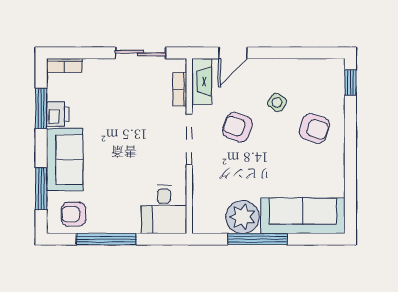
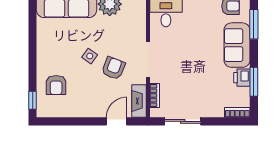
side table: (277, 102) -> (90, 56), moved
armchair: (237, 127) -> (113, 68), turned -90
armchair: (314, 128) -> (56, 85), moved, turned -108

